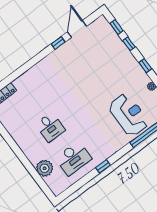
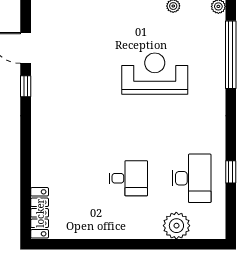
reception desk: (129, 115) -> (155, 74), moved
window: (103, 166) -> (231, 172), moved

